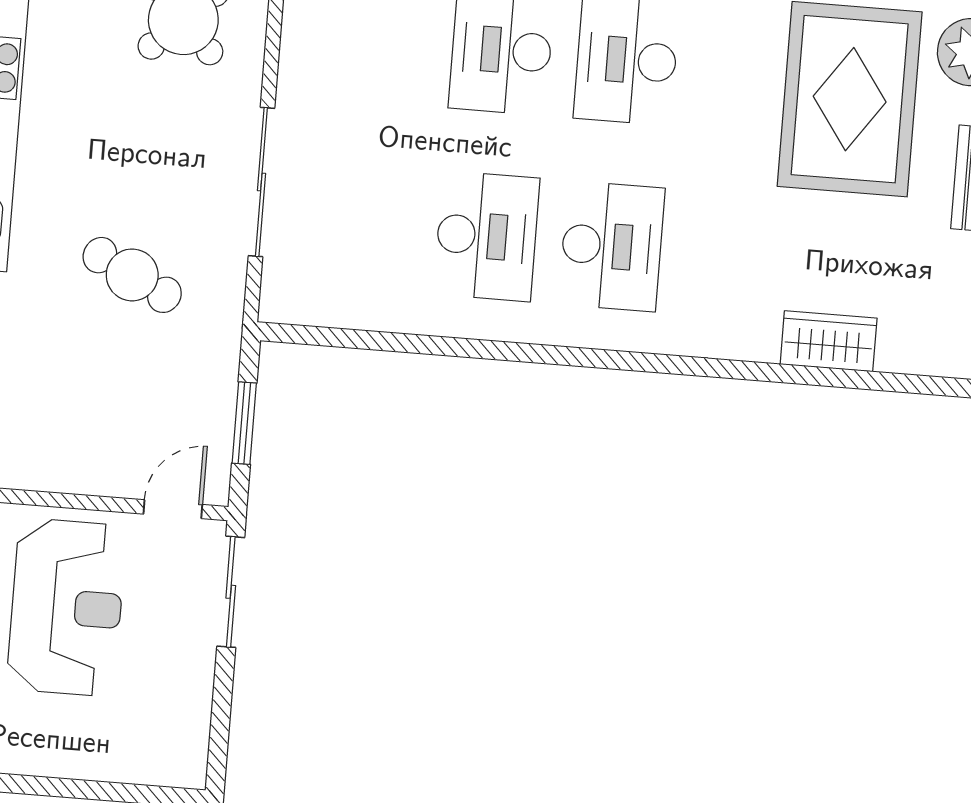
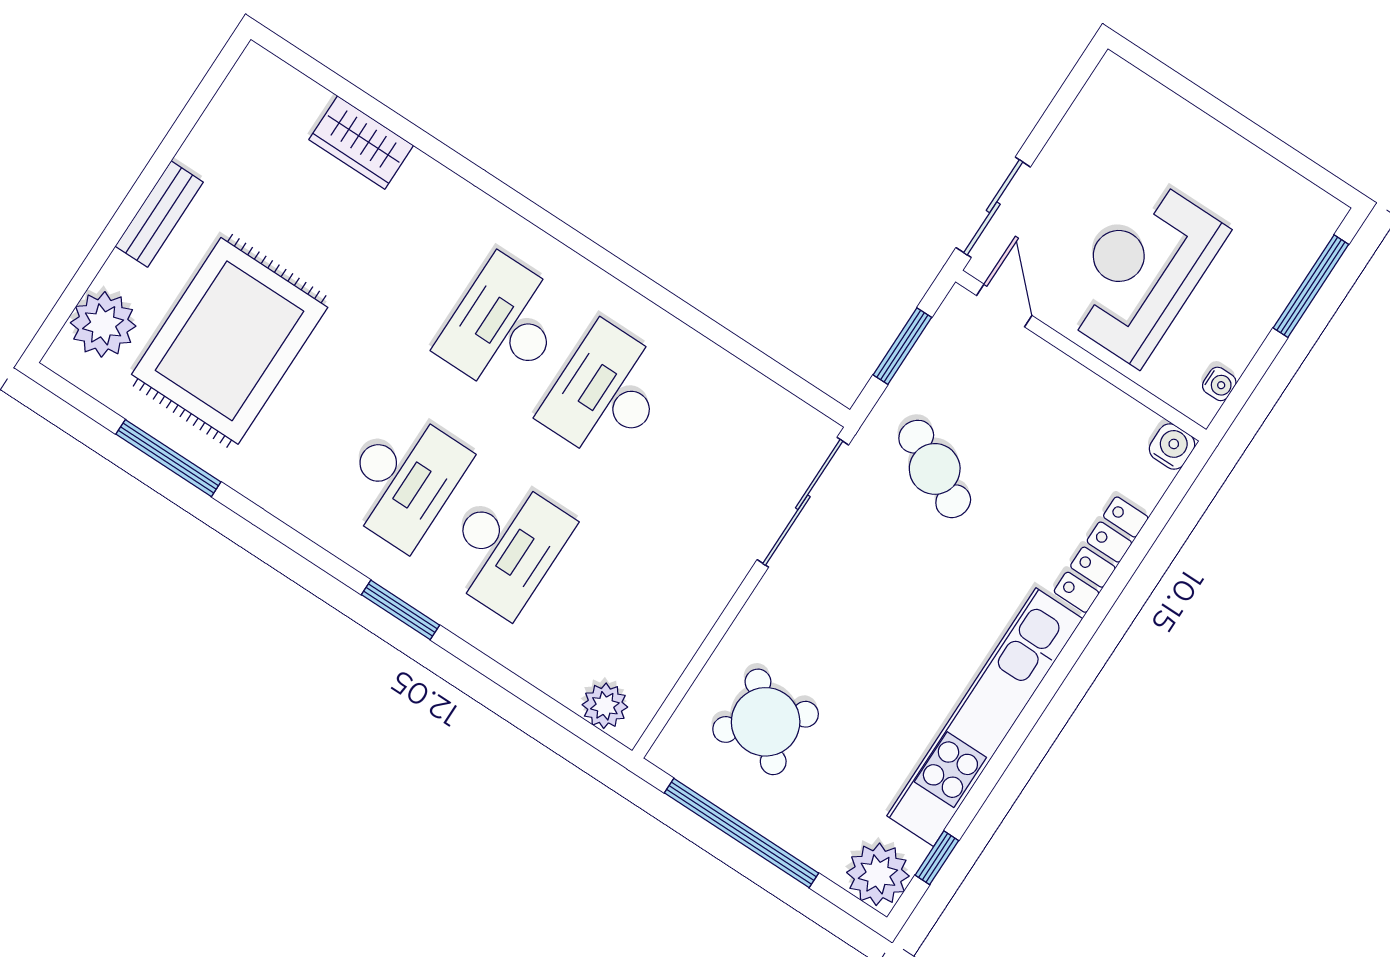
sliding door: (261, 182) -> (803, 502), moved
cafe table: (132, 275) -> (935, 469), moved
door: (173, 509) -> (1004, 305), swing flipped

